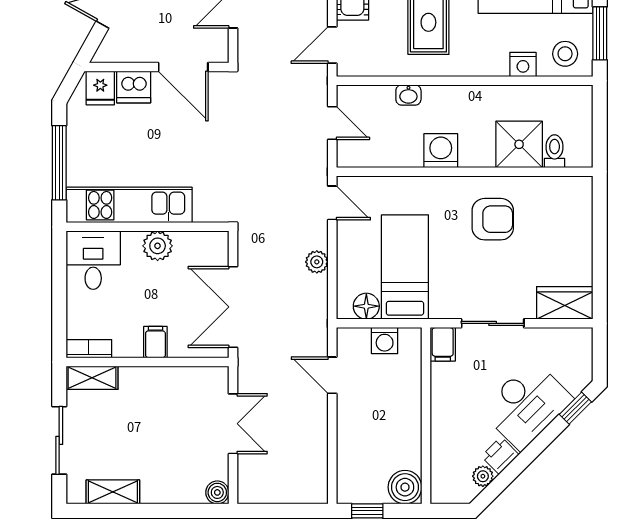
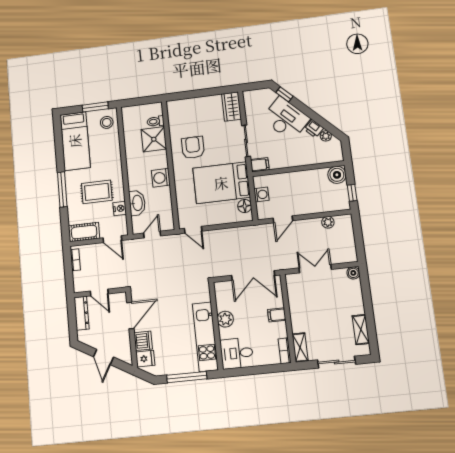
nightstand: (523, 64) -> (120, 208), moved
washbasin: (408, 95) -> (137, 203), width x1.91, depth x1.45
door: (332, 203) -> (193, 230), swing flipped
plant: (317, 262) -> (328, 222), moved
bed: (405, 267) -> (221, 183), width x1.50

